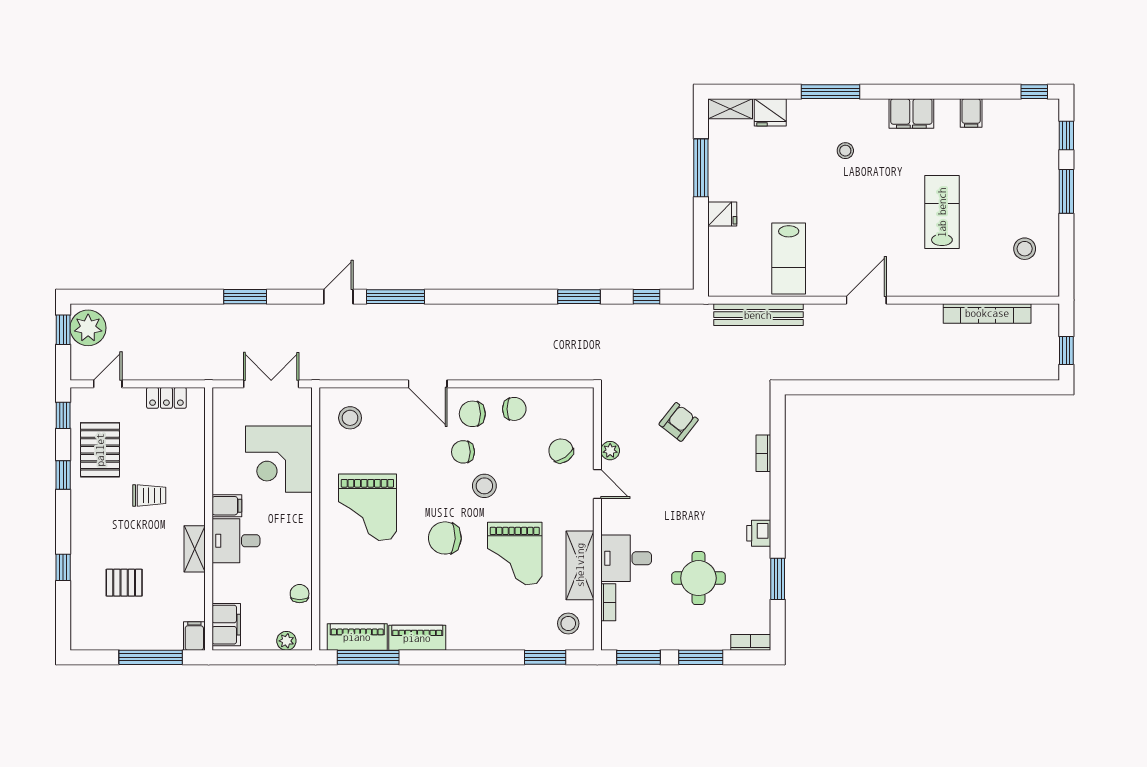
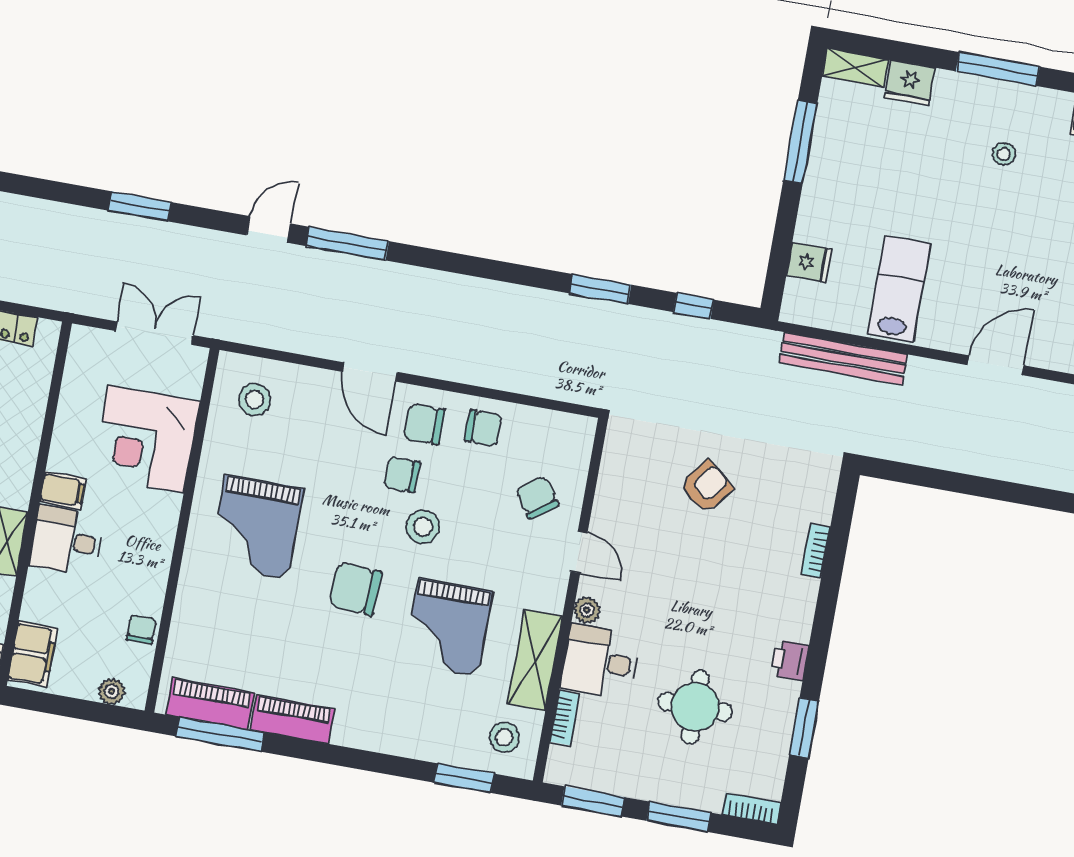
fridge: (722, 214) -> (809, 262), moved
lab bench: (789, 258) -> (899, 289), turned 180
plant: (610, 451) -> (587, 610), moved

